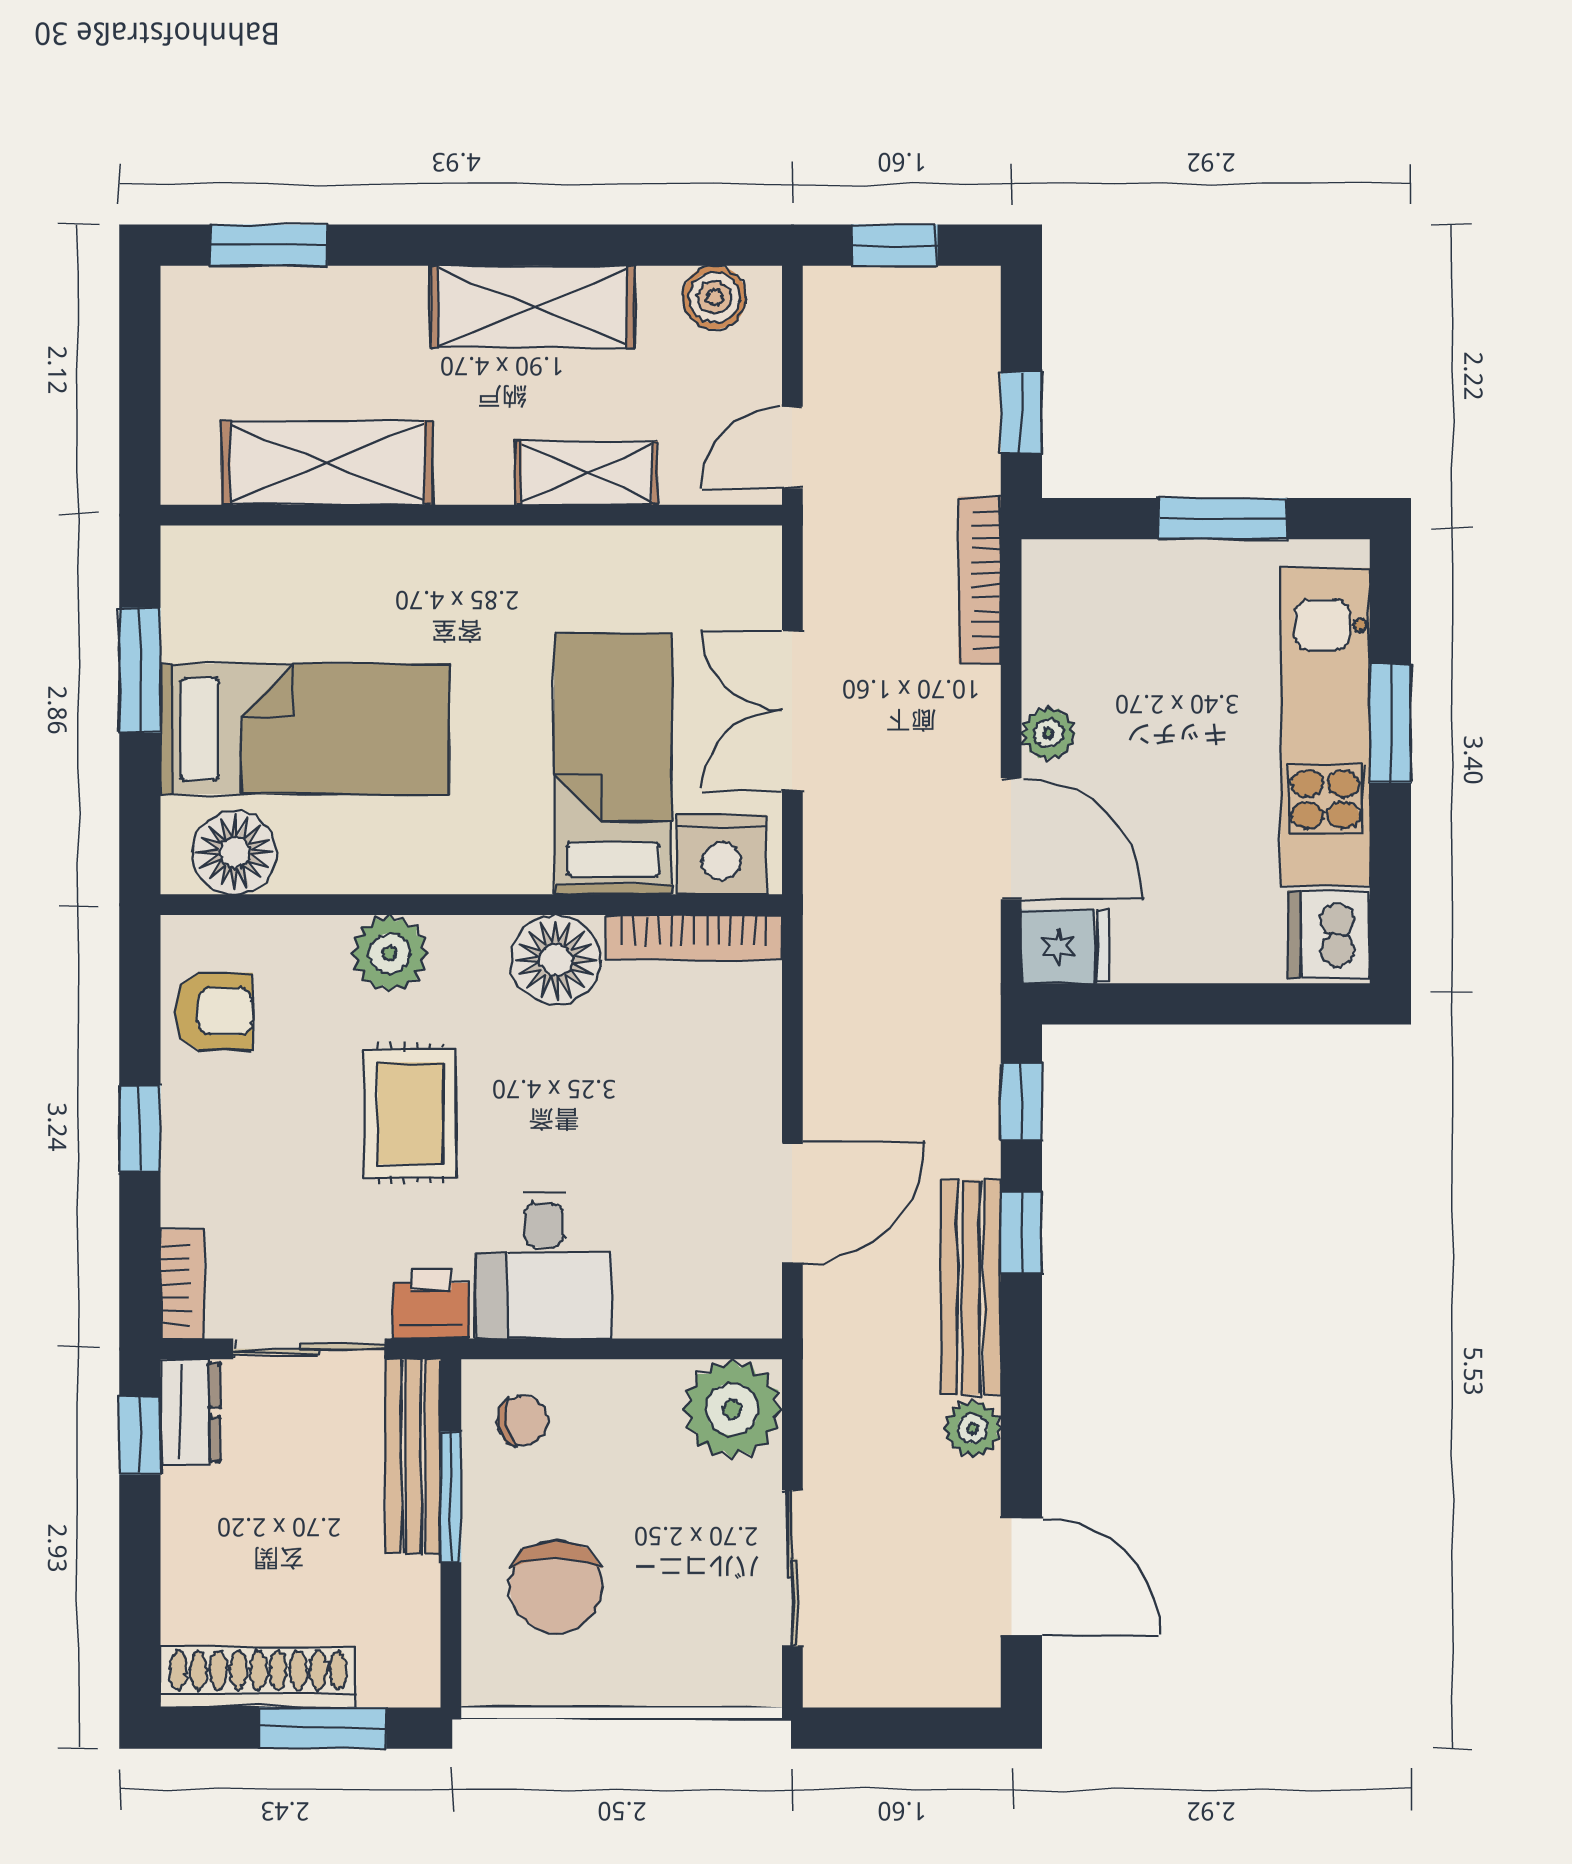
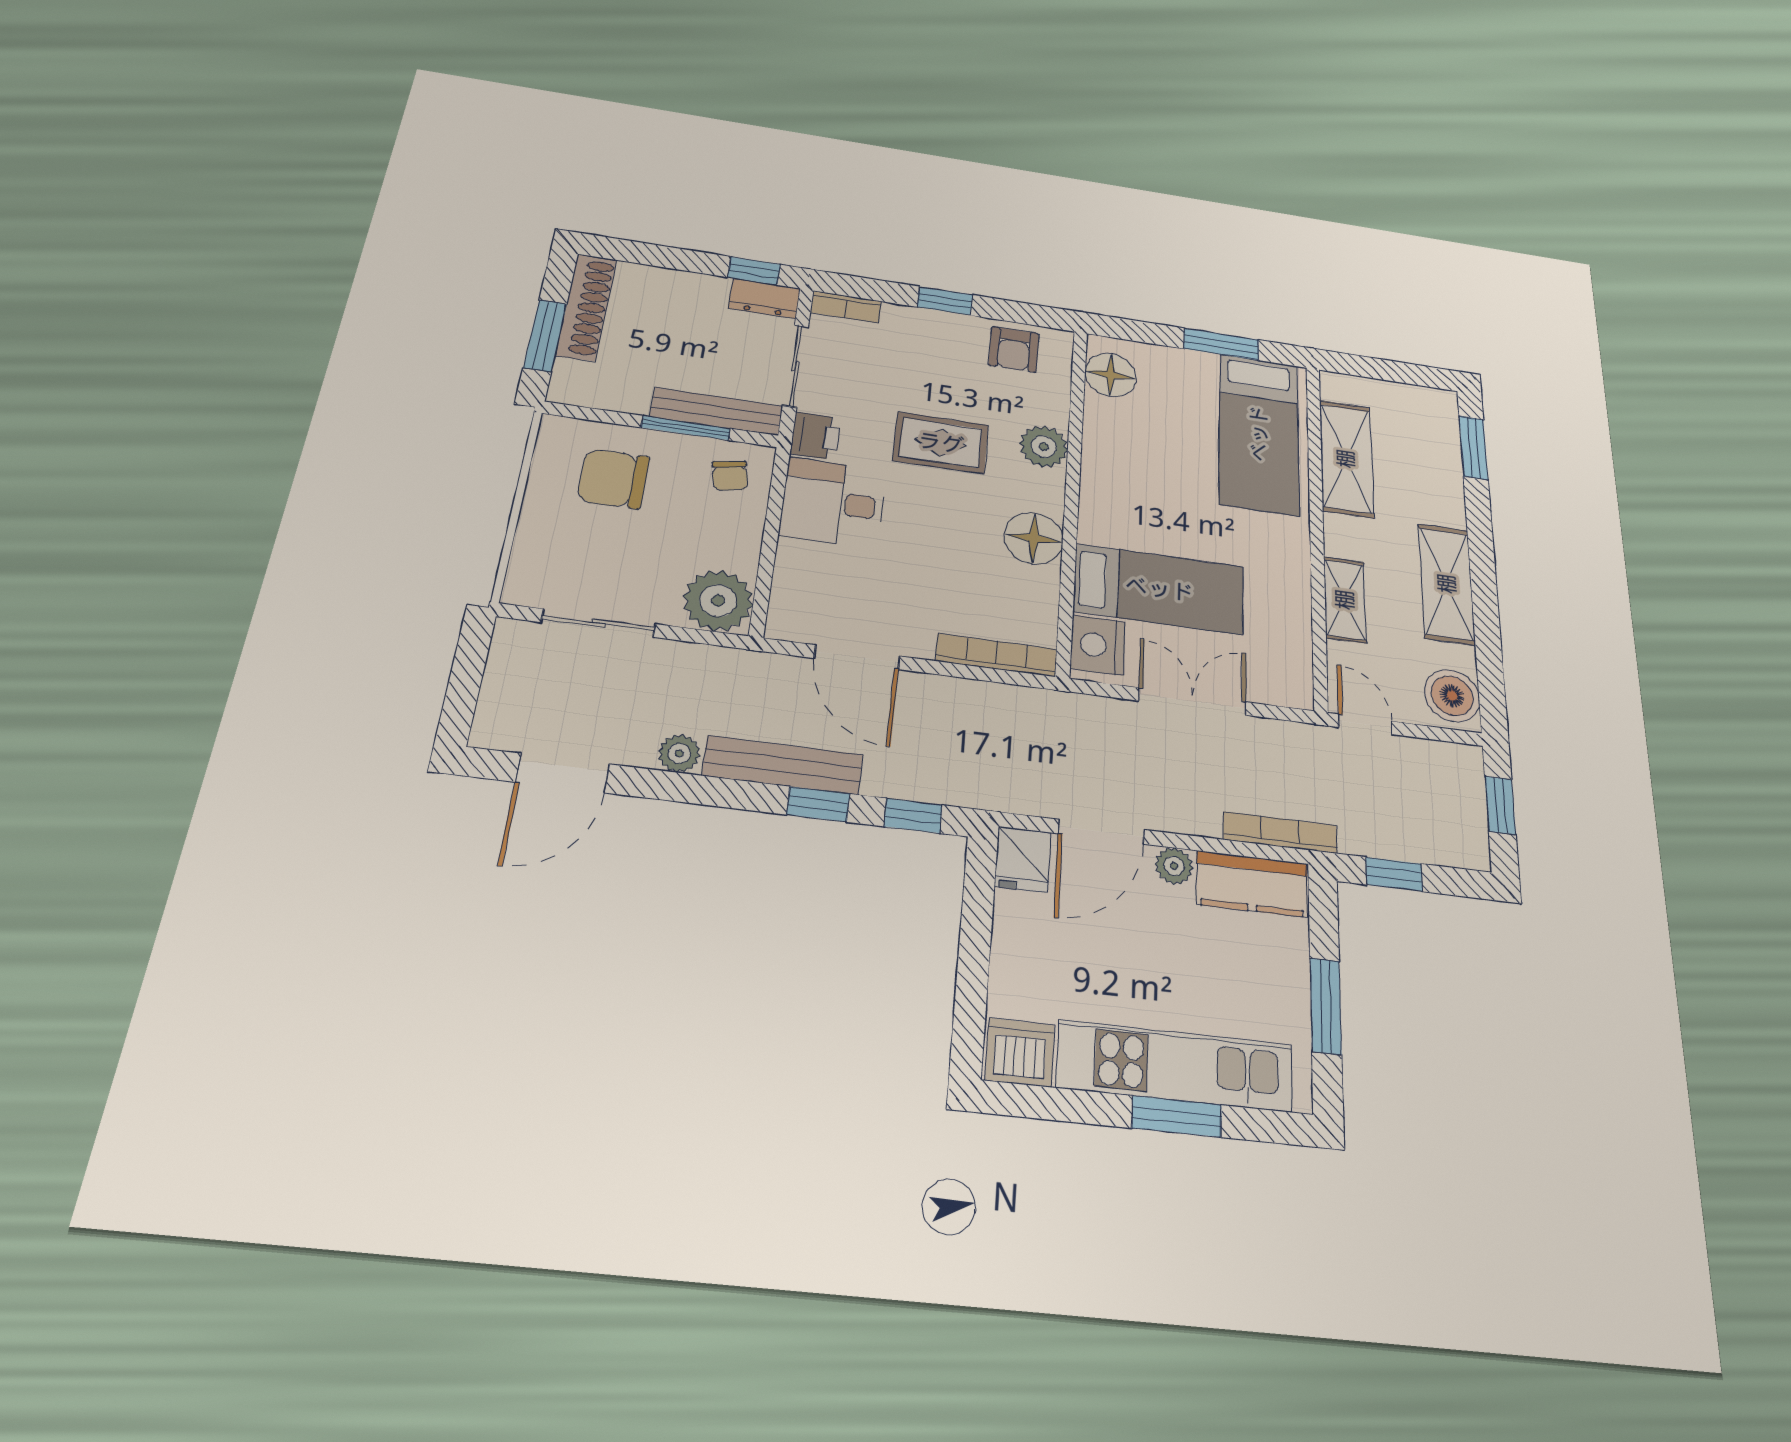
boiler: (715, 297) -> (1452, 696), width x1.36, depth x1.36
kitchen counter: (1061, 621) -> (1252, 884), added
bed: (305, 729) -> (1259, 434), moved
bookcase: (694, 937) -> (997, 655), moved, turned 90

